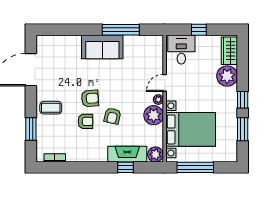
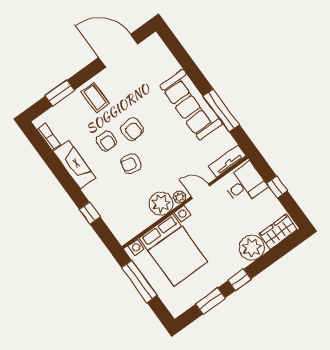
sofa: (102, 47) -> (191, 105), width x1.36
tv unit: (157, 50) -> (227, 161), added
fireplace: (127, 154) -> (74, 165), moved
plant: (155, 154) -> (124, 233), removed

